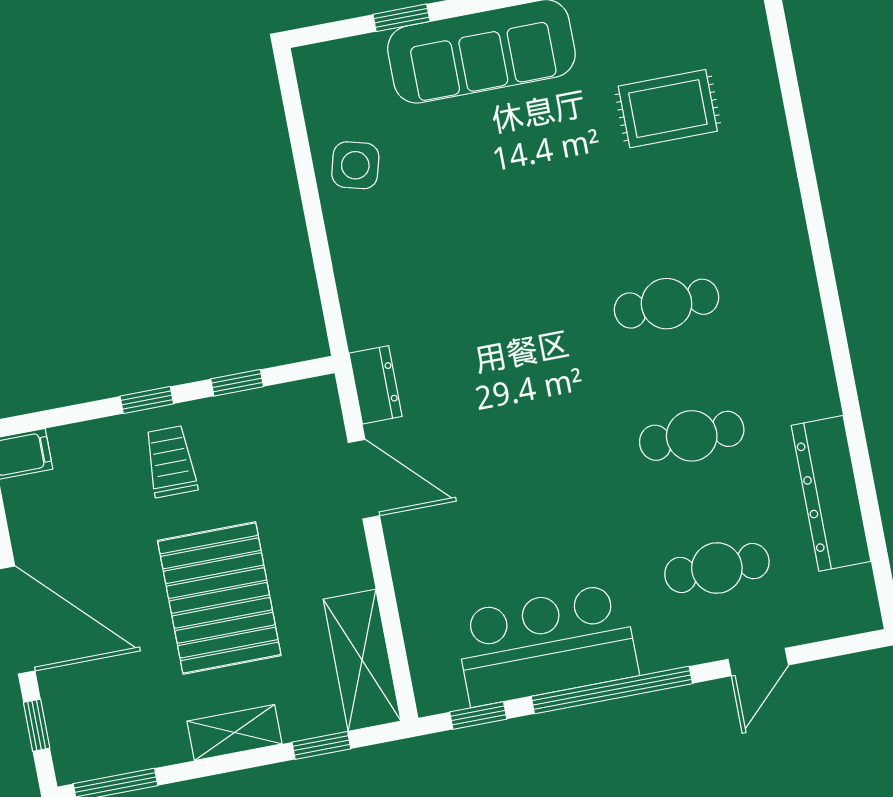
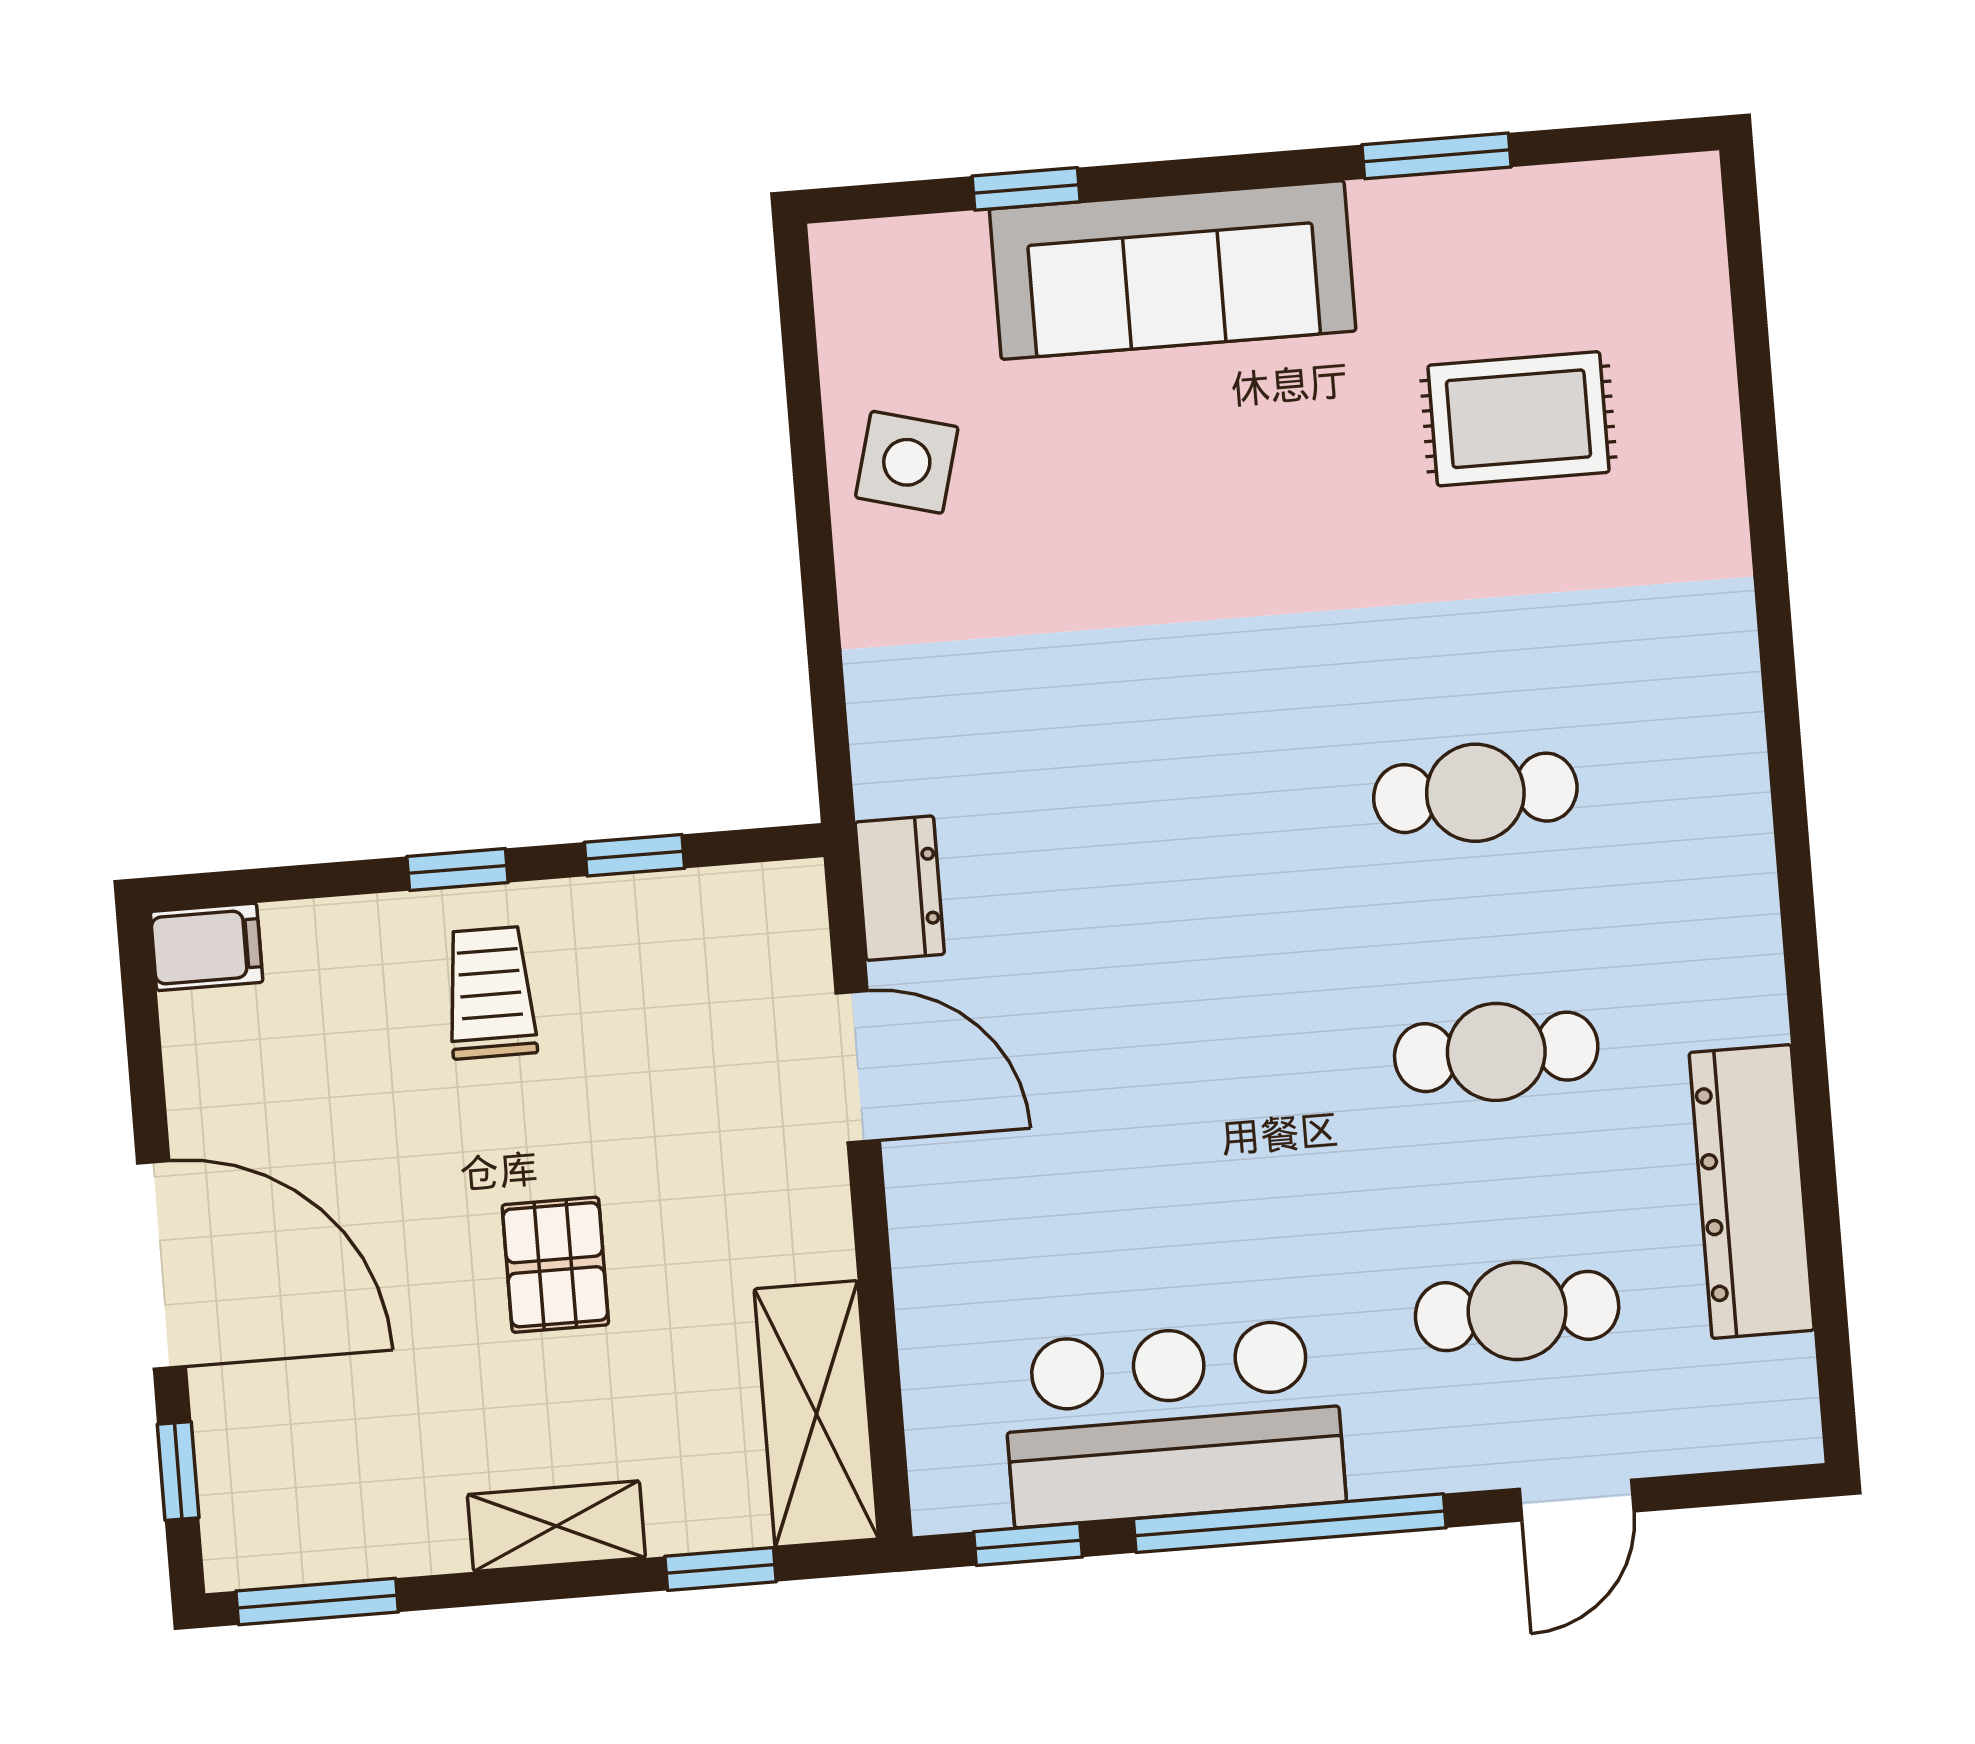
pallet: (219, 598) -> (555, 1265), width x0.49, depth x0.50

